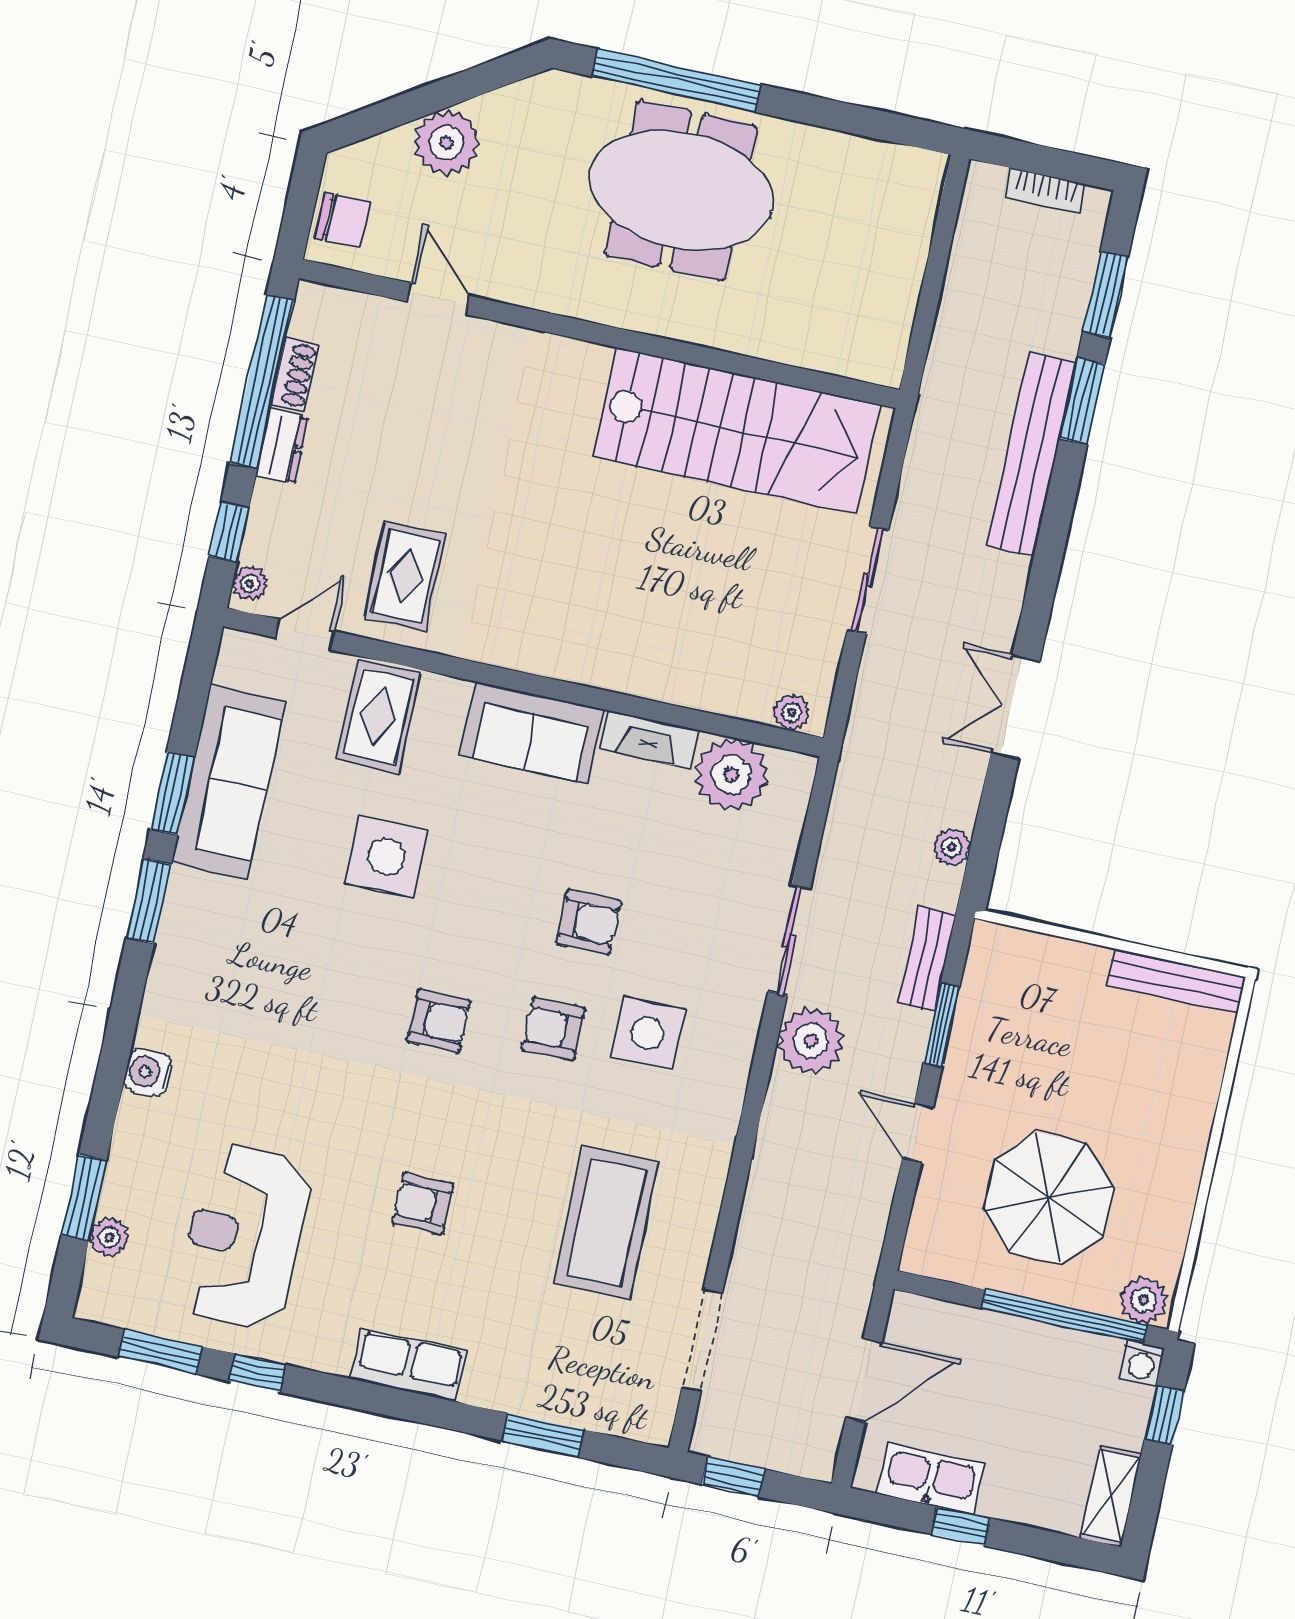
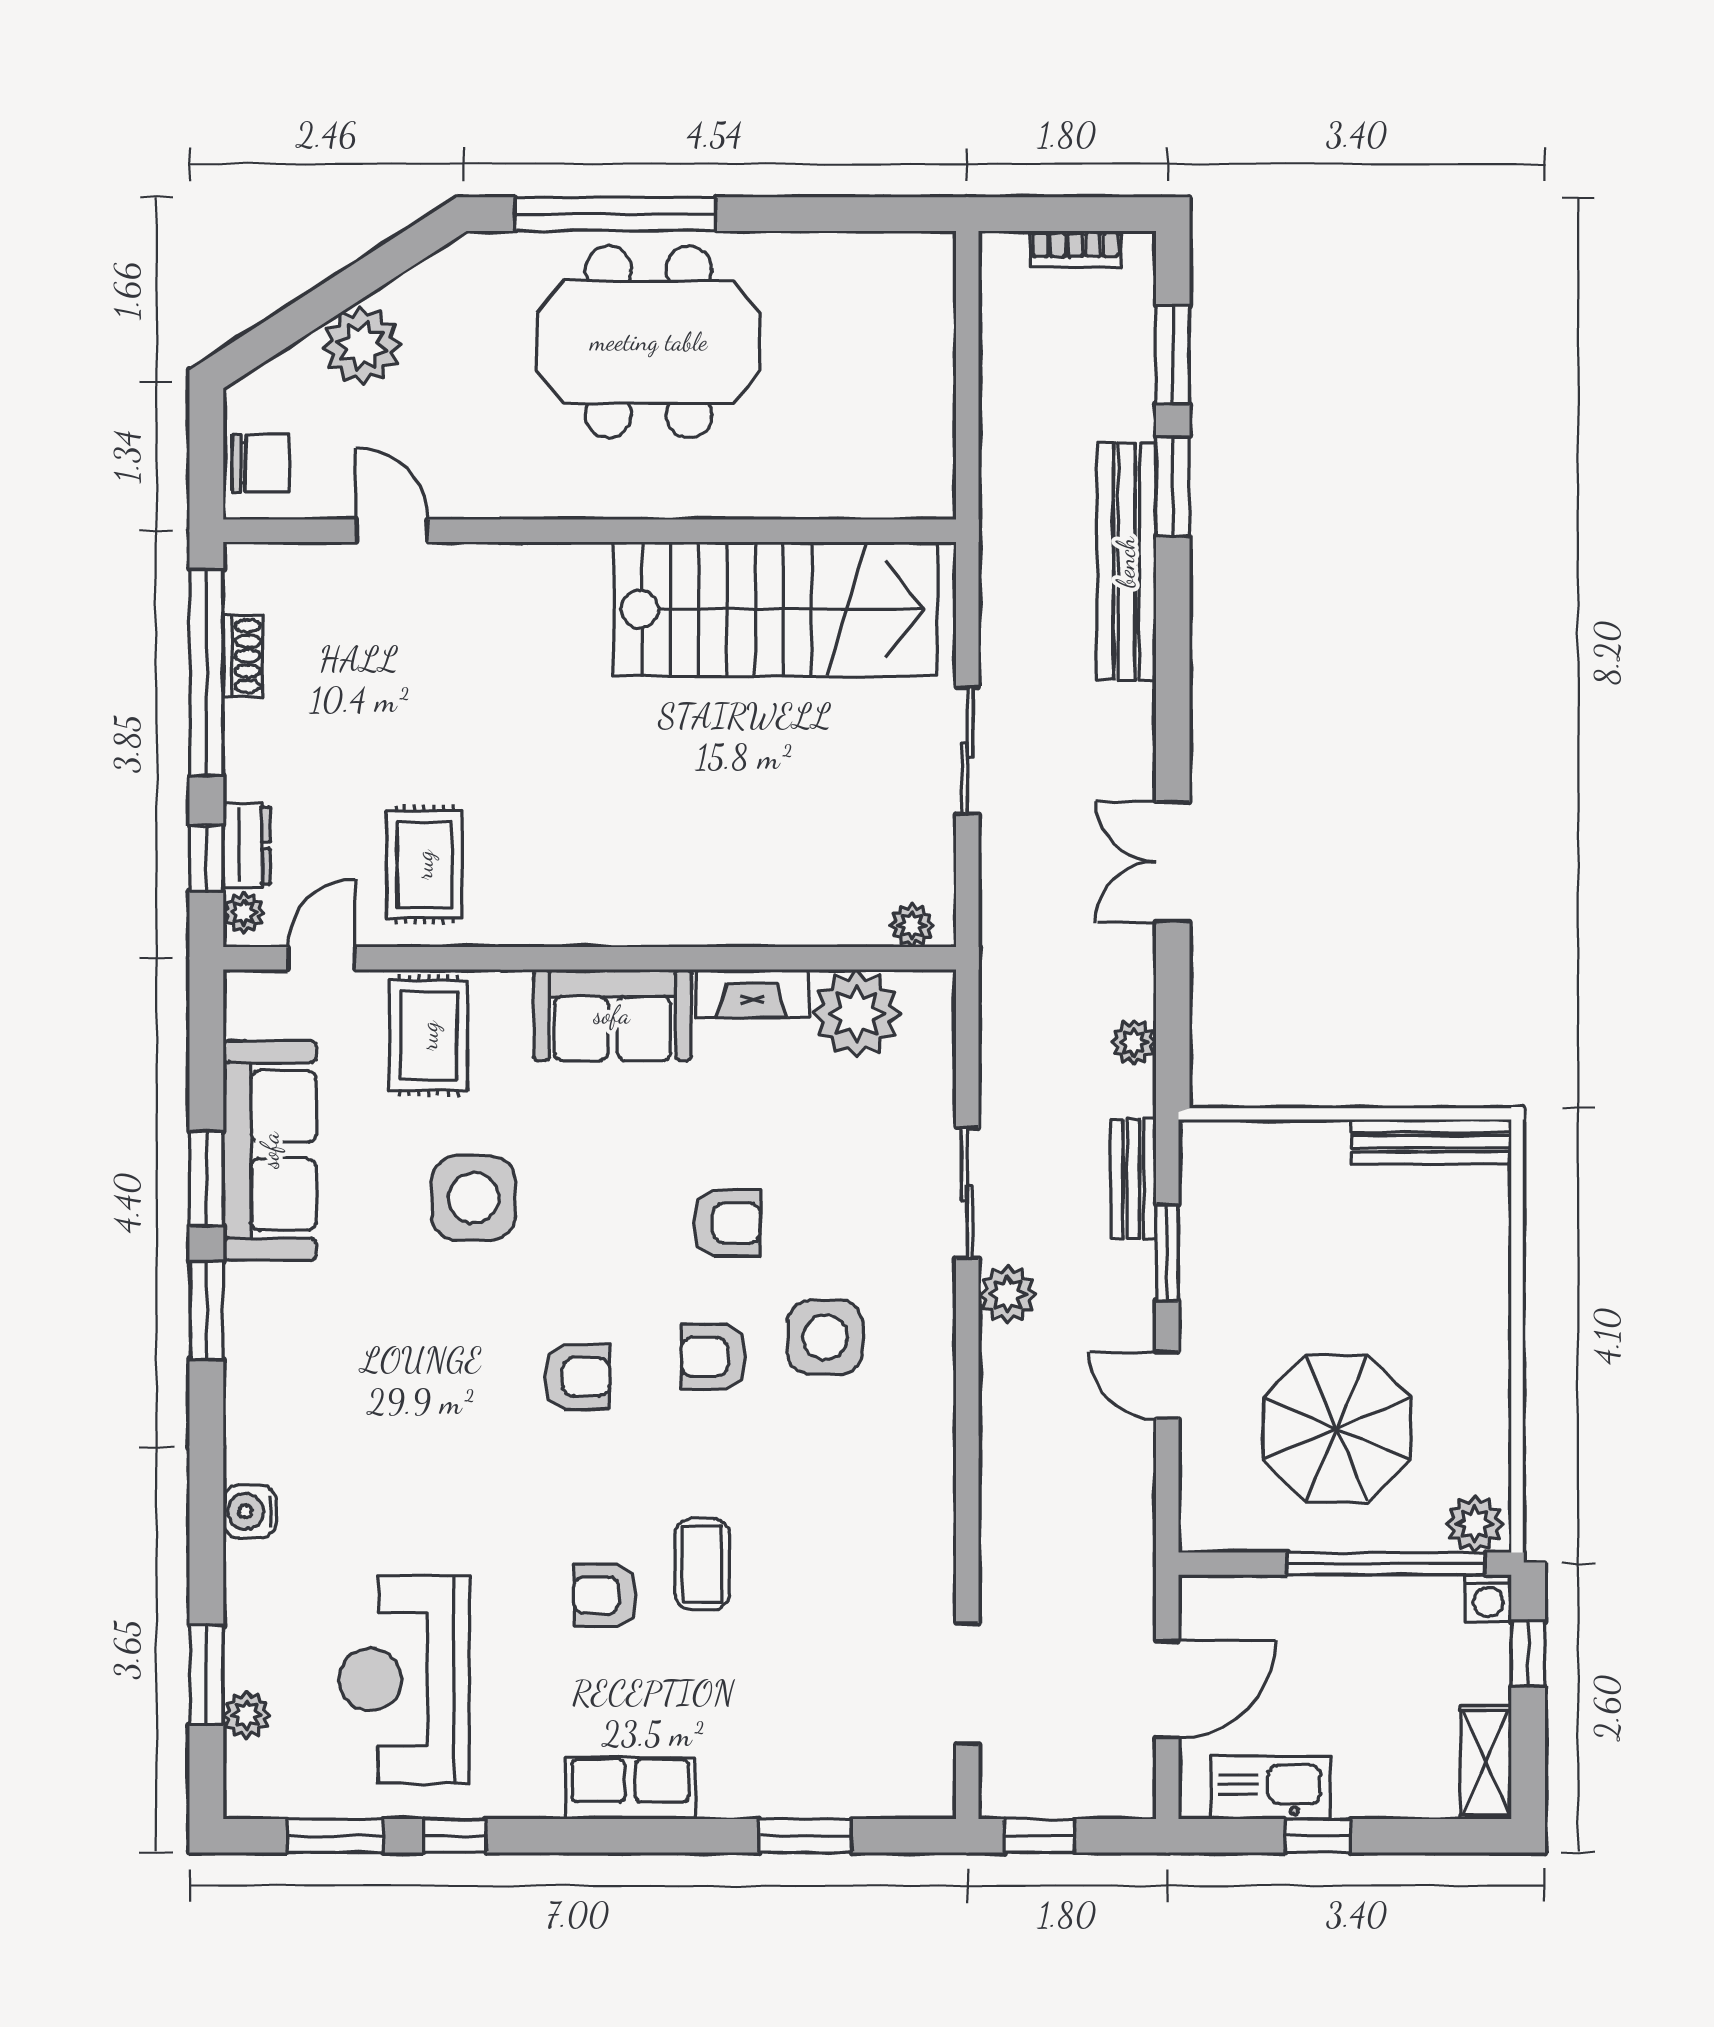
dresser: (282, 446) -> (247, 846), moved
plant: (811, 1041) -> (1007, 1294), width x0.73, depth x0.73
coffee table: (606, 1222) -> (702, 1564), moved, width x0.54, depth x0.58

